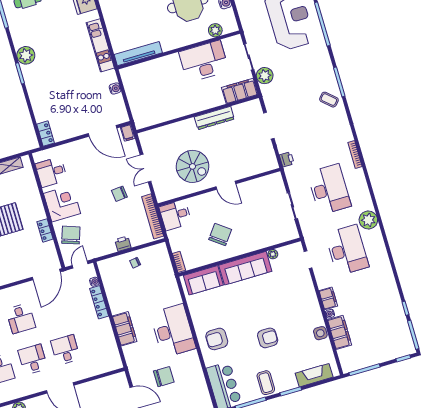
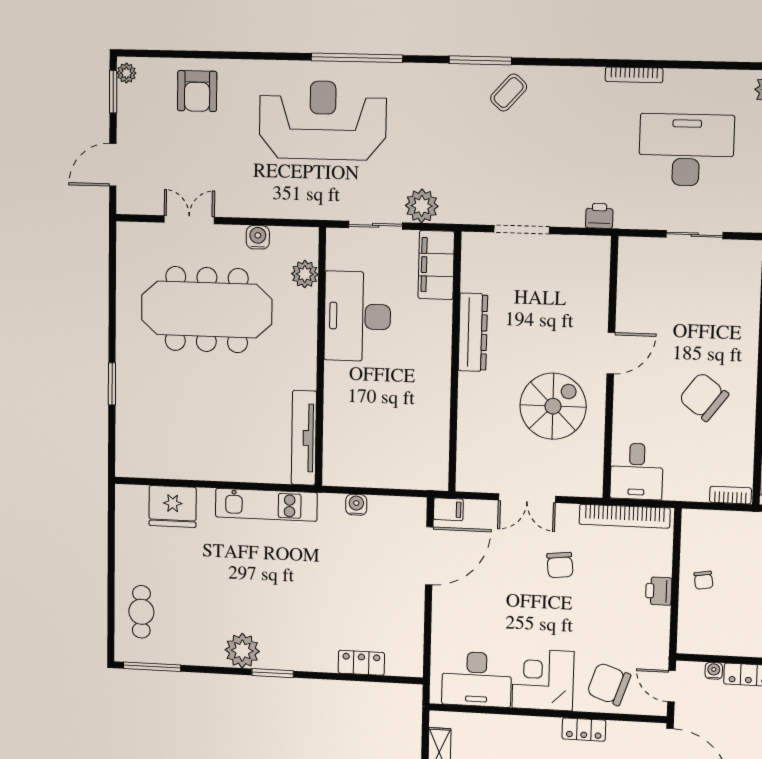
locker: (46, 134) -> (361, 663), moved
desk: (51, 172) -> (477, 679), width x1.37

